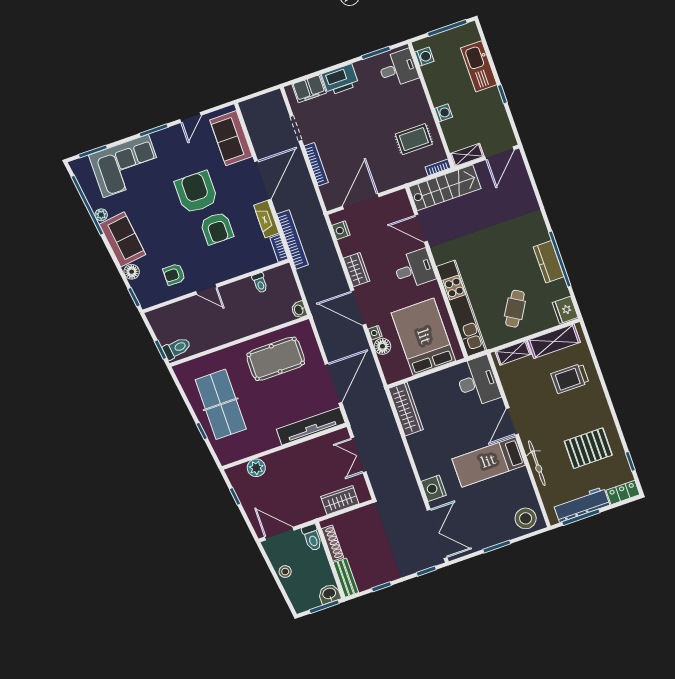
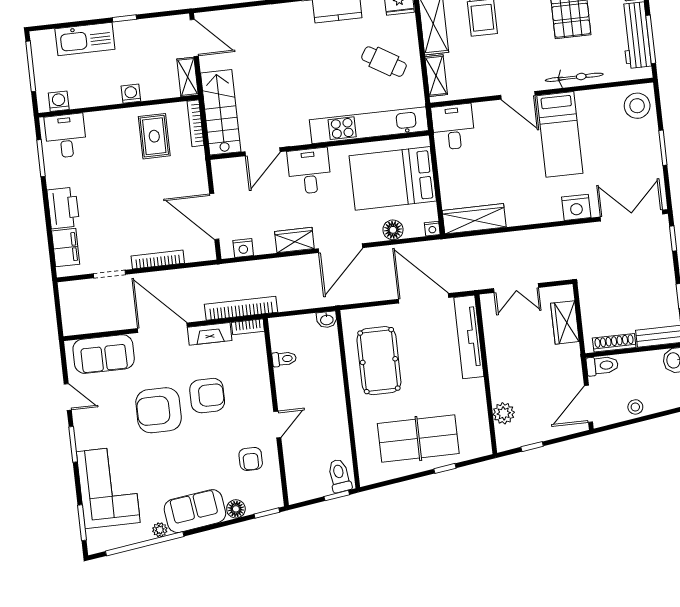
bookcase: (438, 167) -> (195, 123), width x1.56
nightstand: (375, 333) -> (432, 229), moved
desk: (477, 381) -> (453, 127), width x0.73

